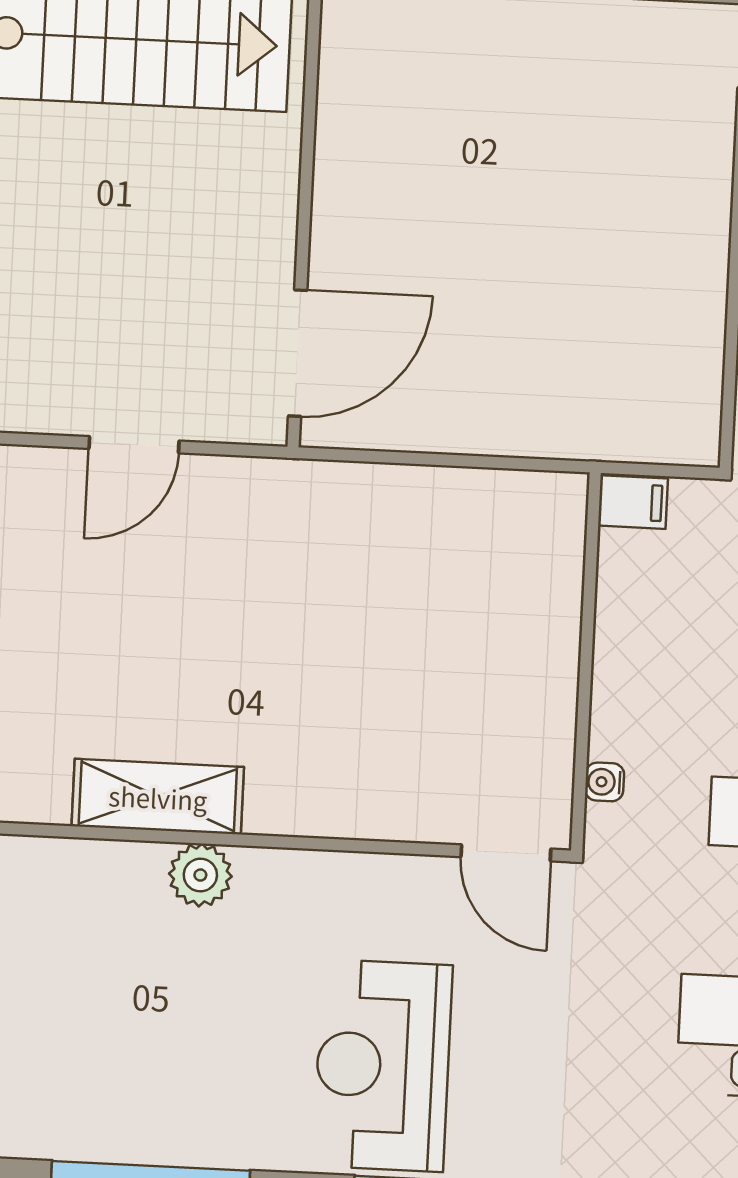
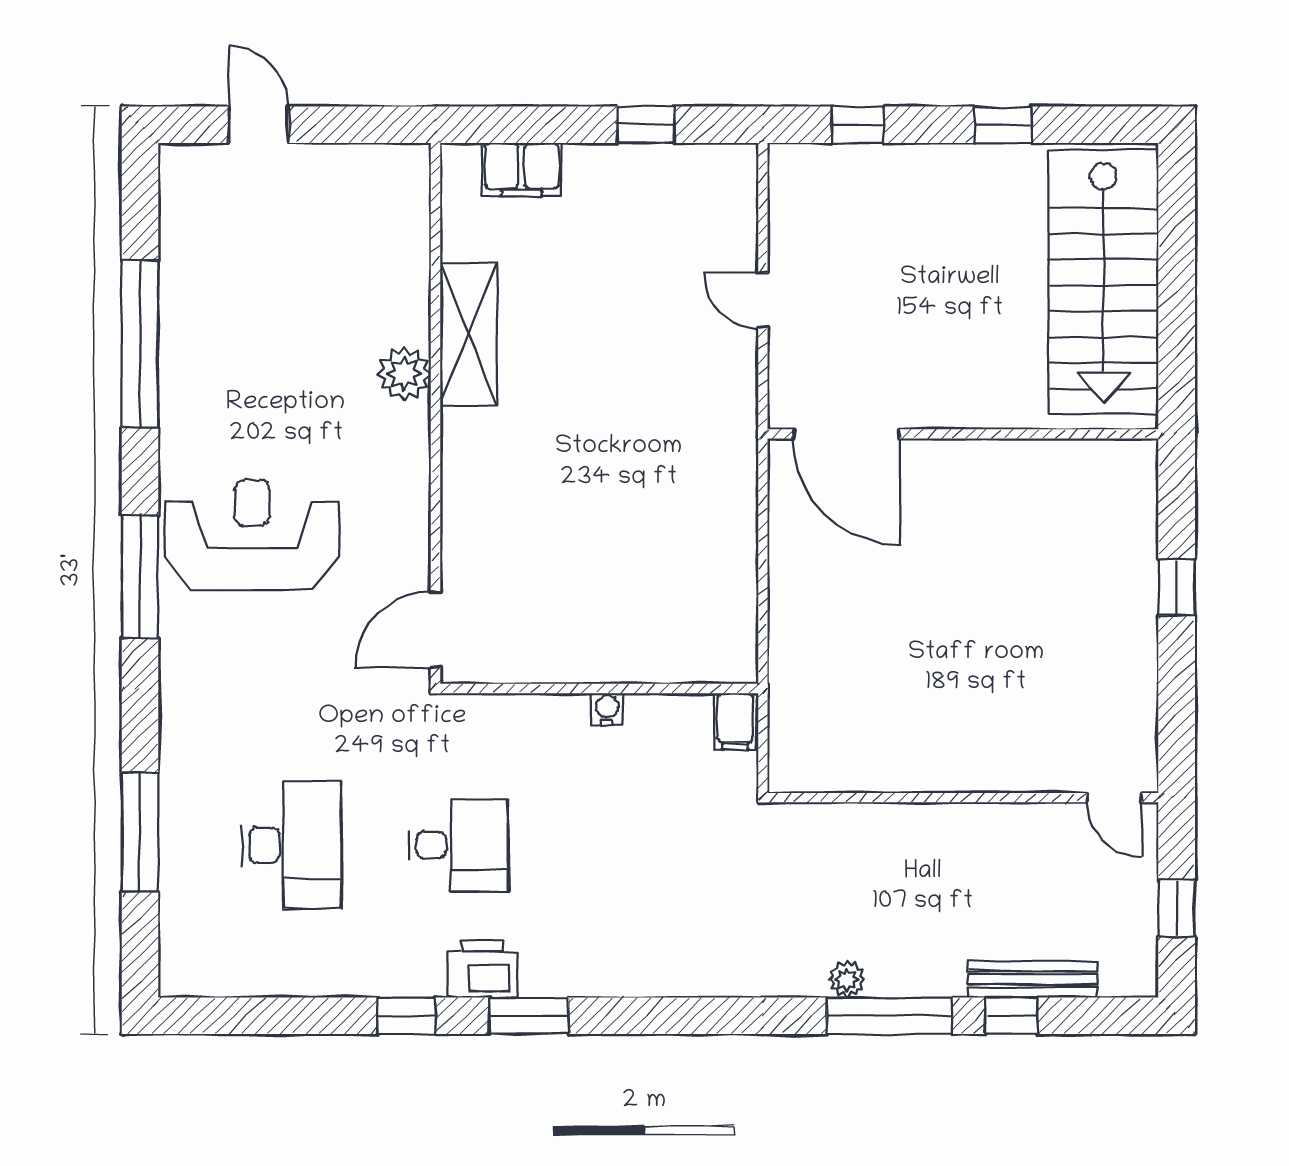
door: (134, 445) -> (763, 300), width x0.73
water cooler: (605, 782) -> (607, 709), moved

